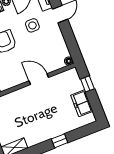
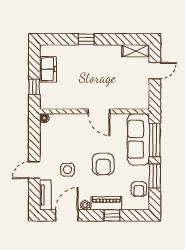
door: (39, 79) -> (99, 111), moved

